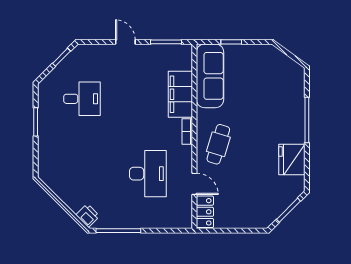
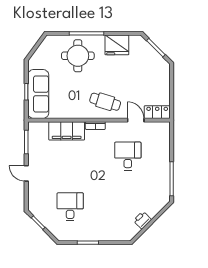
door: (125, 42) -> (26, 173), hinge flipped
sofa: (210, 76) -> (38, 94), moved, turned 90
round table: (278, 109) -> (78, 56), added
desk: (148, 174) -> (128, 156), width x0.73
door: (194, 184) -> (136, 120), hinge flipped
printer: (88, 216) -> (142, 220), moved

